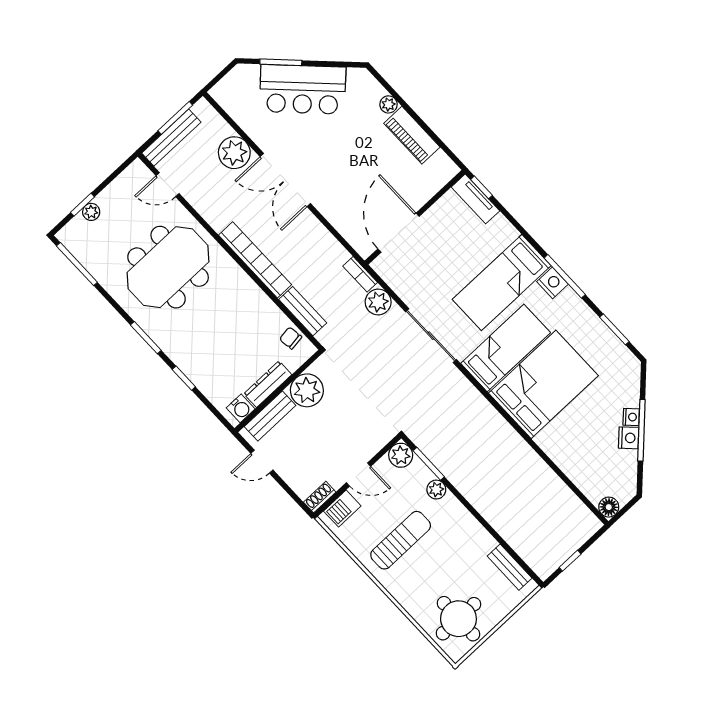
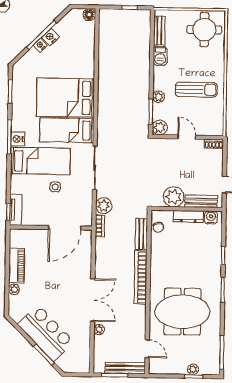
plant: (234, 153) -> (99, 330), width x0.53, depth x0.53
side table: (455, 269) -> (55, 187), added
barbecue: (342, 509) -> (160, 56), moved, turned 90
sun lounger: (401, 540) -> (196, 90), turned 180

